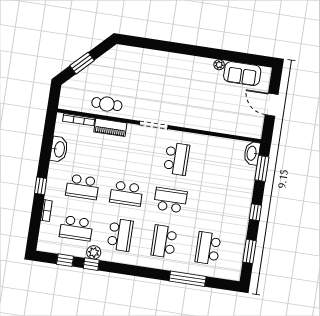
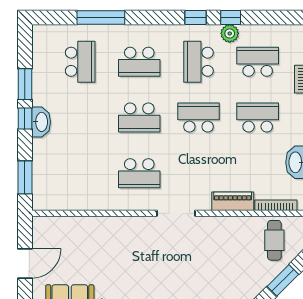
cafe table: (107, 104) -> (274, 240), moved, turned 90
door: (272, 105) -> (25, 263), hinge flipped
washbasin: (252, 153) -> (41, 122), moved
school desk: (177, 159) -> (139, 173), turned -90
school desk: (164, 241) -> (139, 62), turned 90
window: (249, 251) -> (25, 84), moved
window: (65, 260) -> (195, 17), moved

